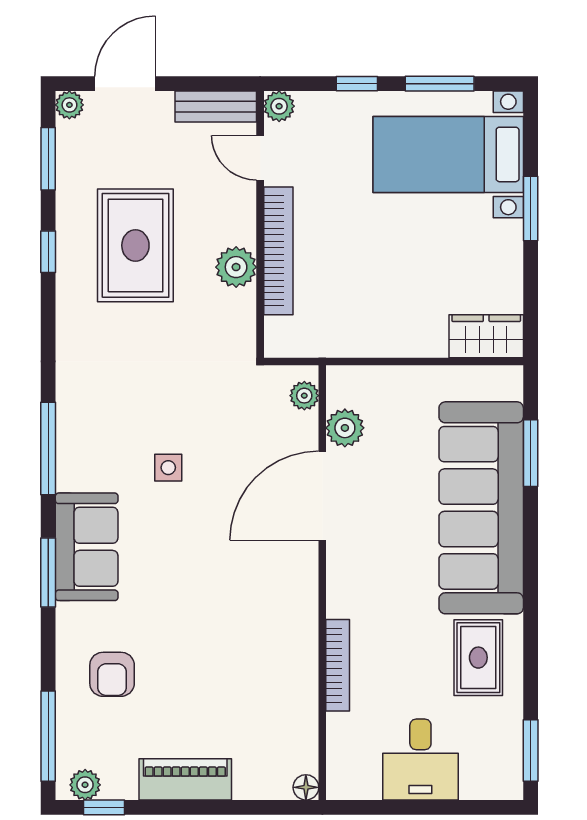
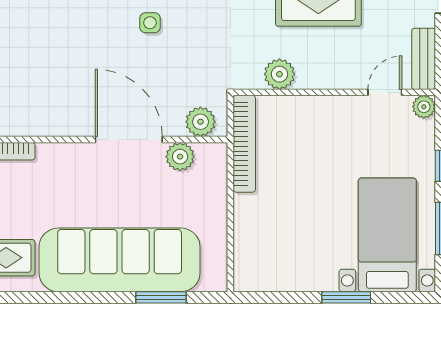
bookcase: (278, 251) -> (244, 144), moved, turned -90
plant: (236, 267) -> (279, 74), moved
wardrobe: (486, 336) -> (250, 264), removed
plant: (304, 396) -> (200, 122), width x1.38, depth x1.38

